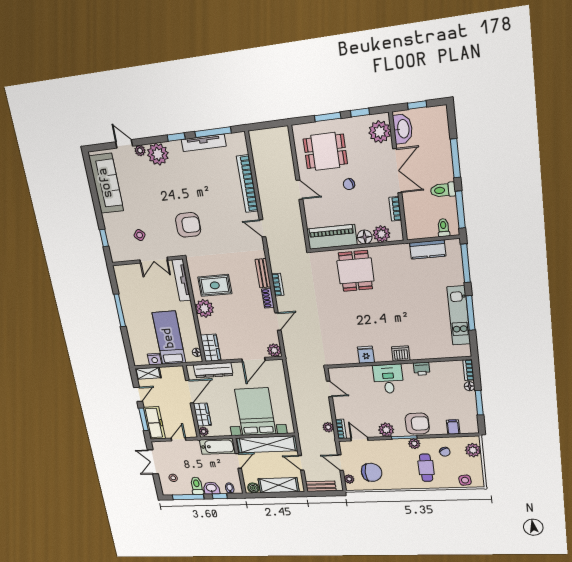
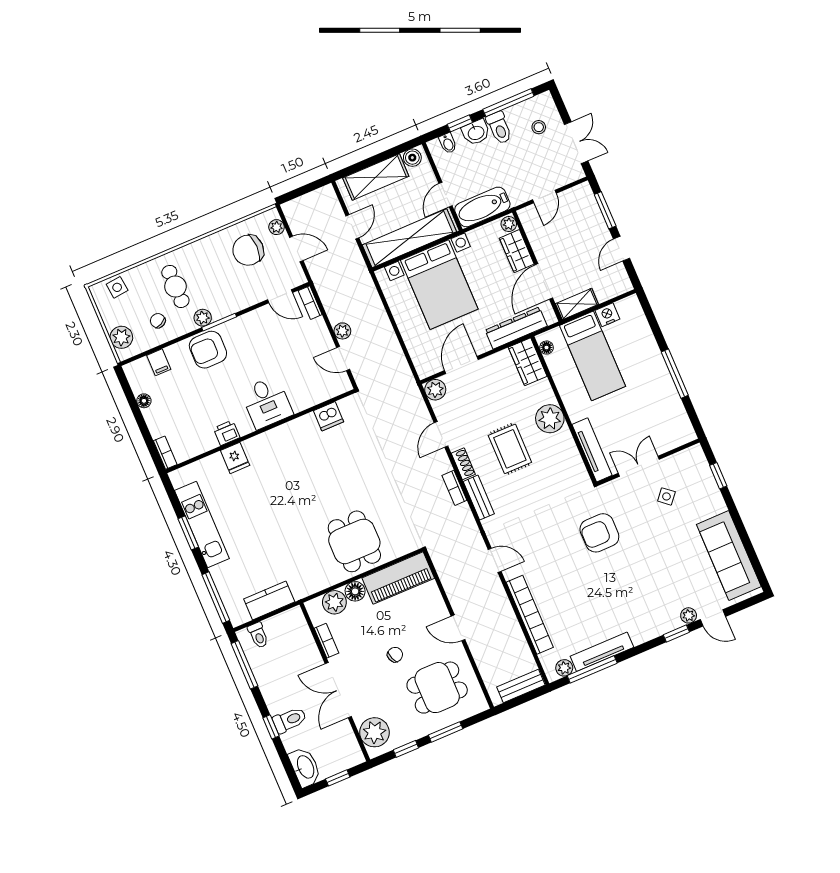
washbasin: (403, 129) -> (305, 767), moved, turned 180
window: (176, 137) -> (676, 634), moved
plant: (158, 154) -> (564, 668), moved, width x0.53, depth x0.53
window: (455, 158) -> (271, 727), width x0.46
toilet: (443, 190) -> (290, 720), moved
rug: (215, 285) -> (510, 449), moved, turned 90
window: (470, 313) -> (188, 533), width x0.69
dishwasher: (401, 354) -> (328, 416), moved
fridge: (366, 355) -> (235, 458), moved
shelving: (148, 373) -> (577, 304), moved
floor lamp: (470, 386) -> (144, 401), moved
window: (479, 403) -> (136, 411), removed
freezer: (154, 423) -> (587, 210), removed
plant: (328, 427) -> (342, 331), moved
plant: (386, 430) -> (247, 325), removed
door: (301, 463) -> (352, 227), hinge flipped
bench: (321, 486) -> (521, 686), moved

